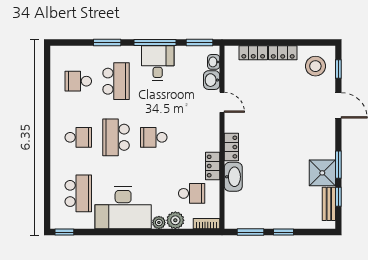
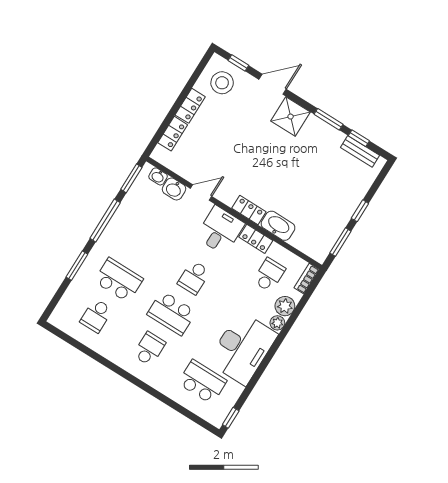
desk: (158, 63) -> (220, 230), moved, turned 90
shower: (322, 173) -> (291, 117), moved

